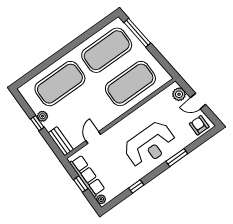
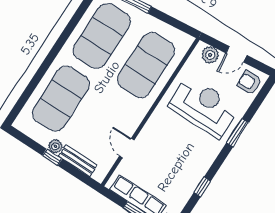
bench: (61, 141) -> (78, 161), moved
reception desk: (150, 145) -> (204, 107), moved, turned -90

